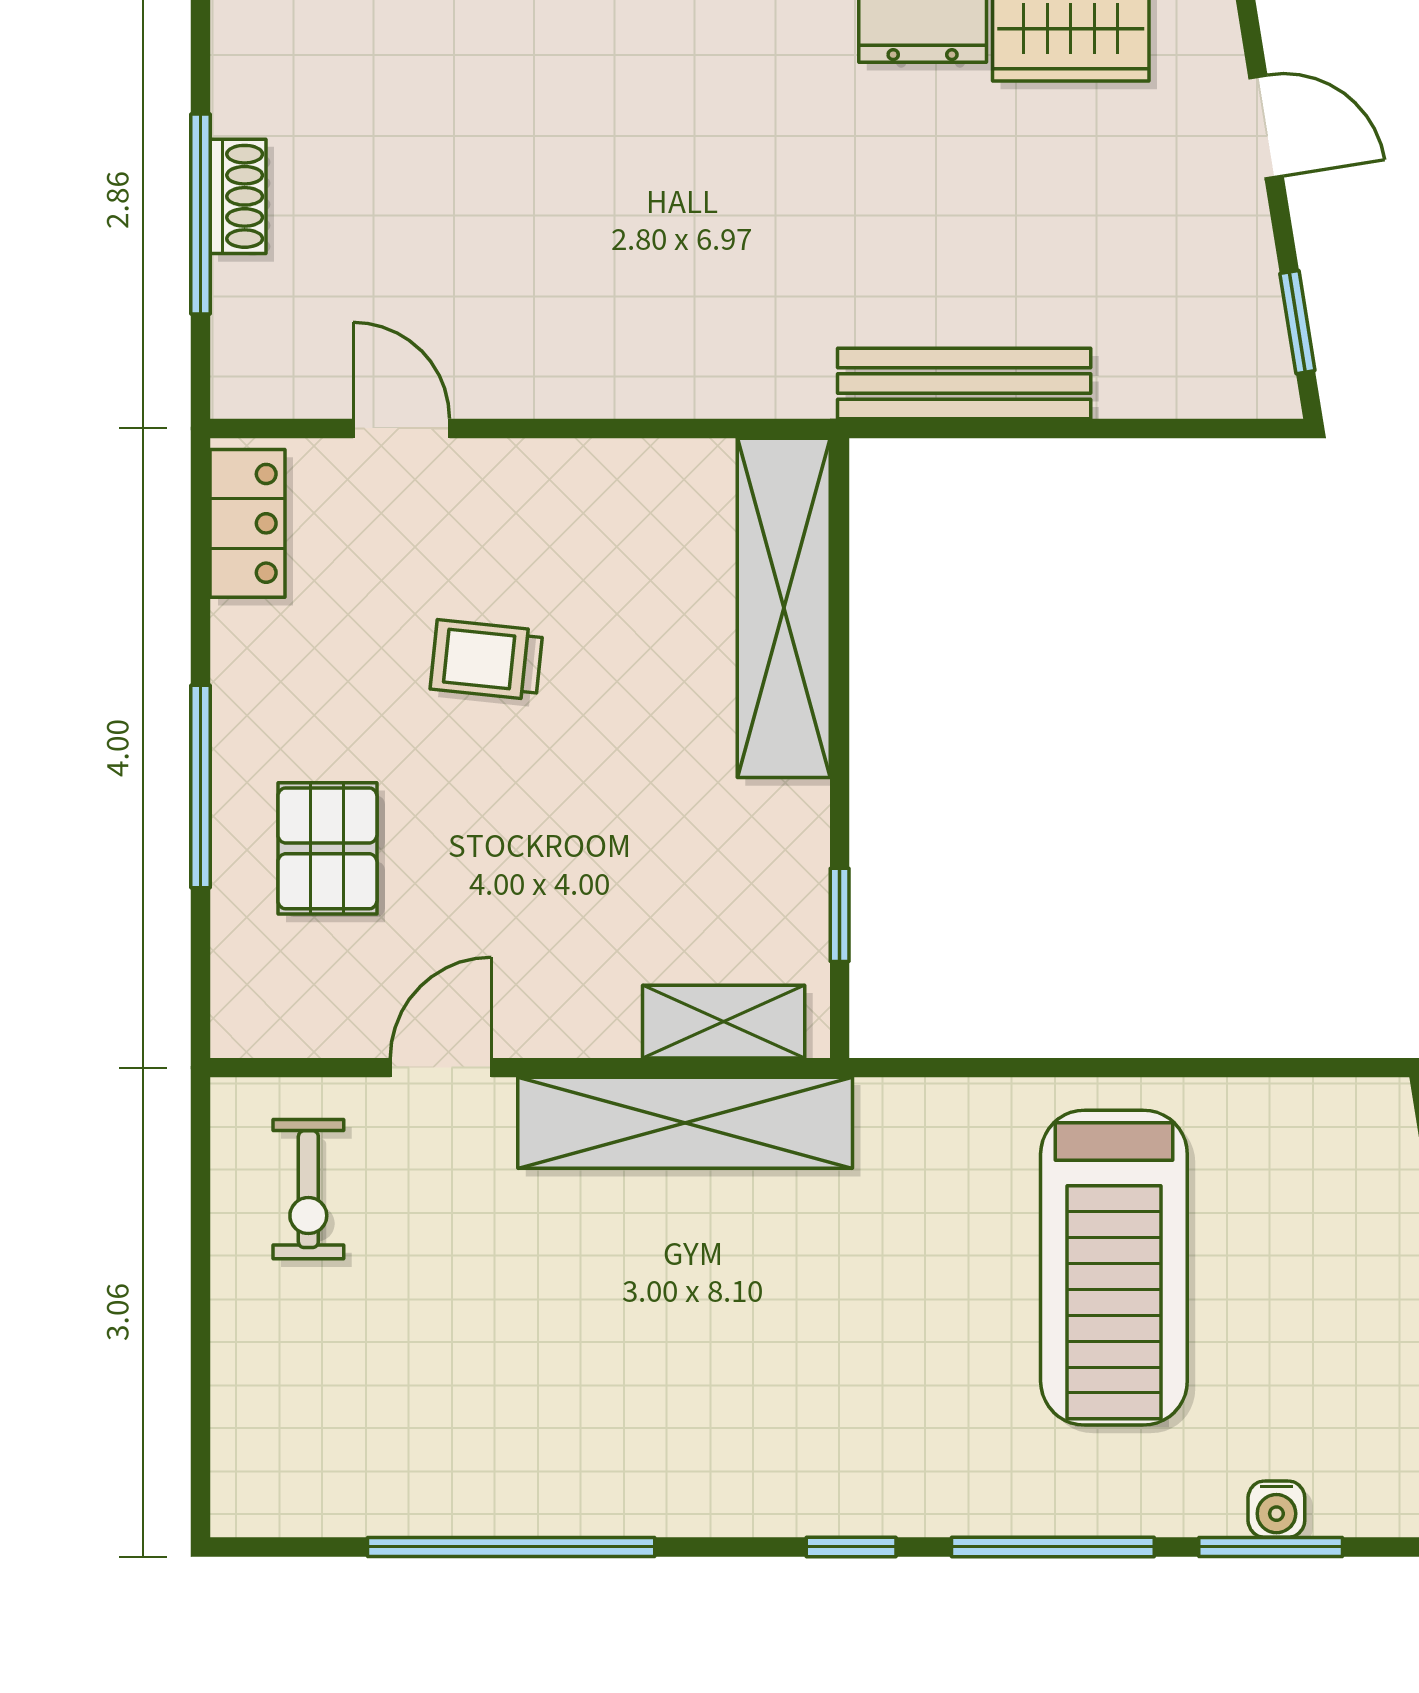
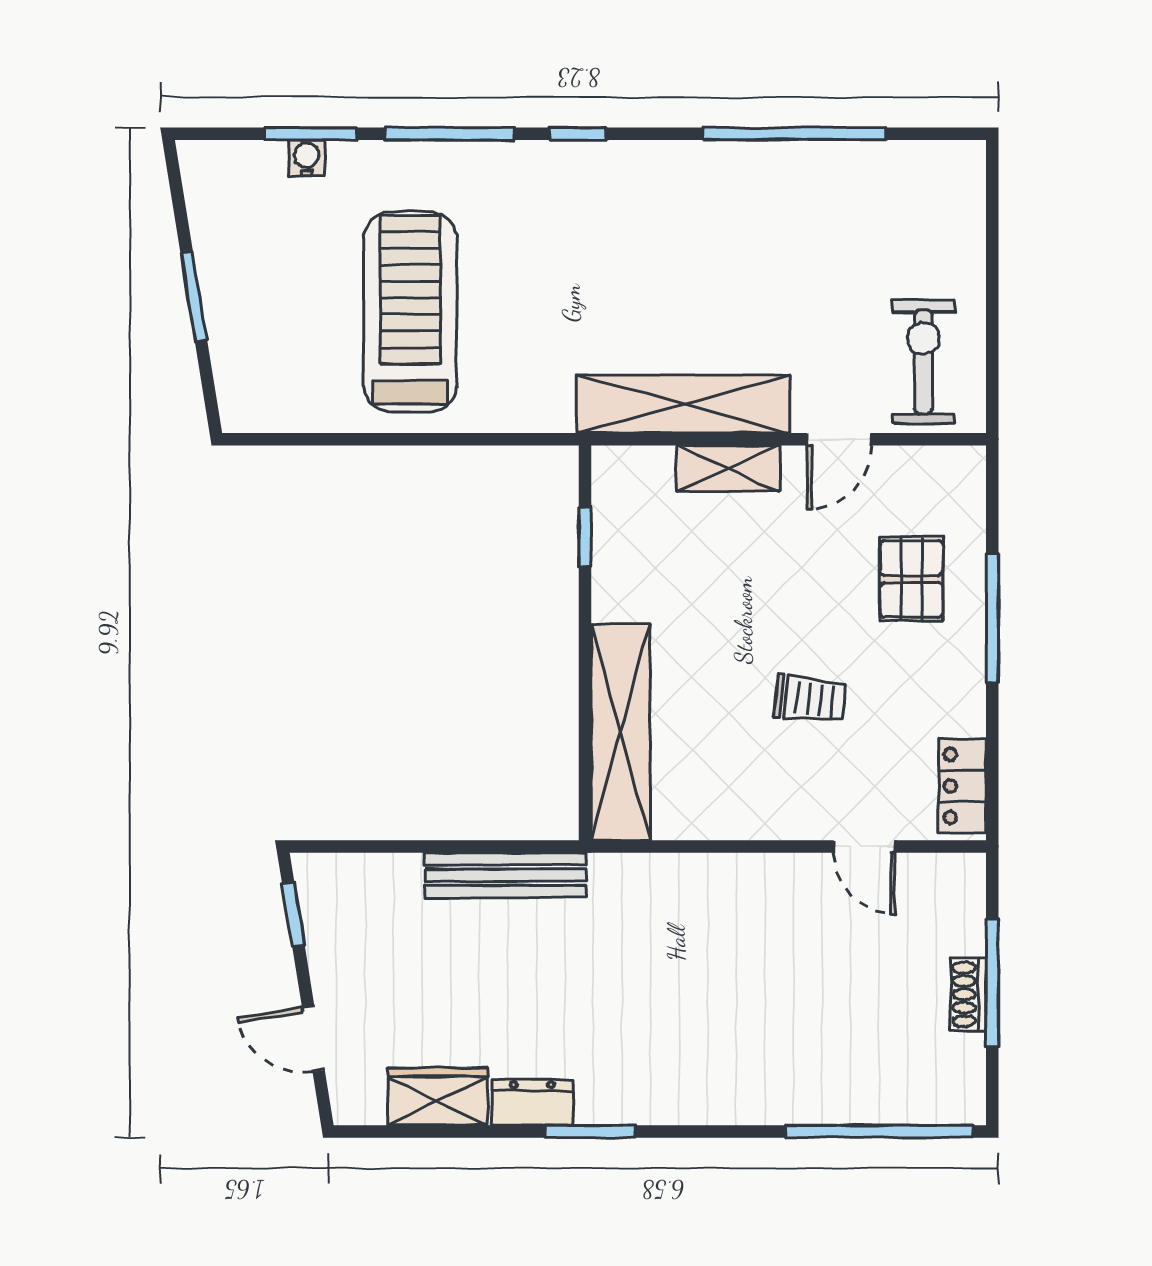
shelving: (724, 1022) -> (728, 469), moved
exercise bike: (308, 1189) -> (924, 362), width x1.38, depth x1.39

